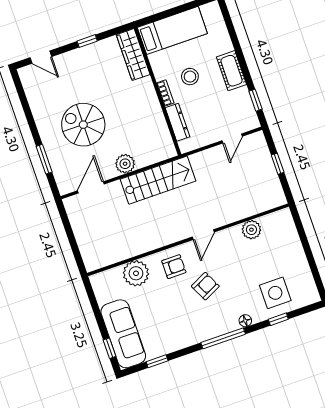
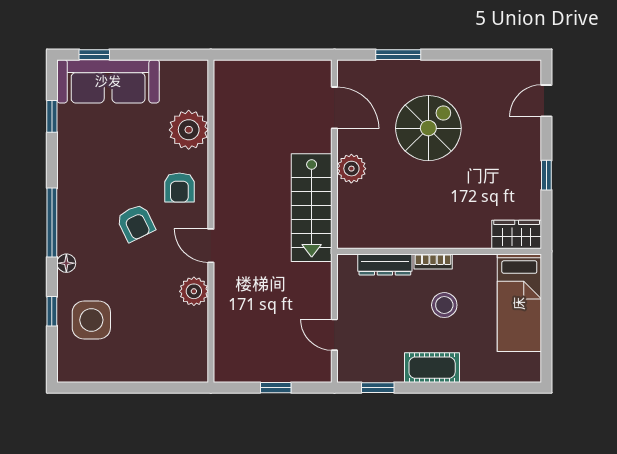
wardrobe: (133, 55) -> (517, 234), width x0.67
plant: (251, 230) -> (194, 291), moved

